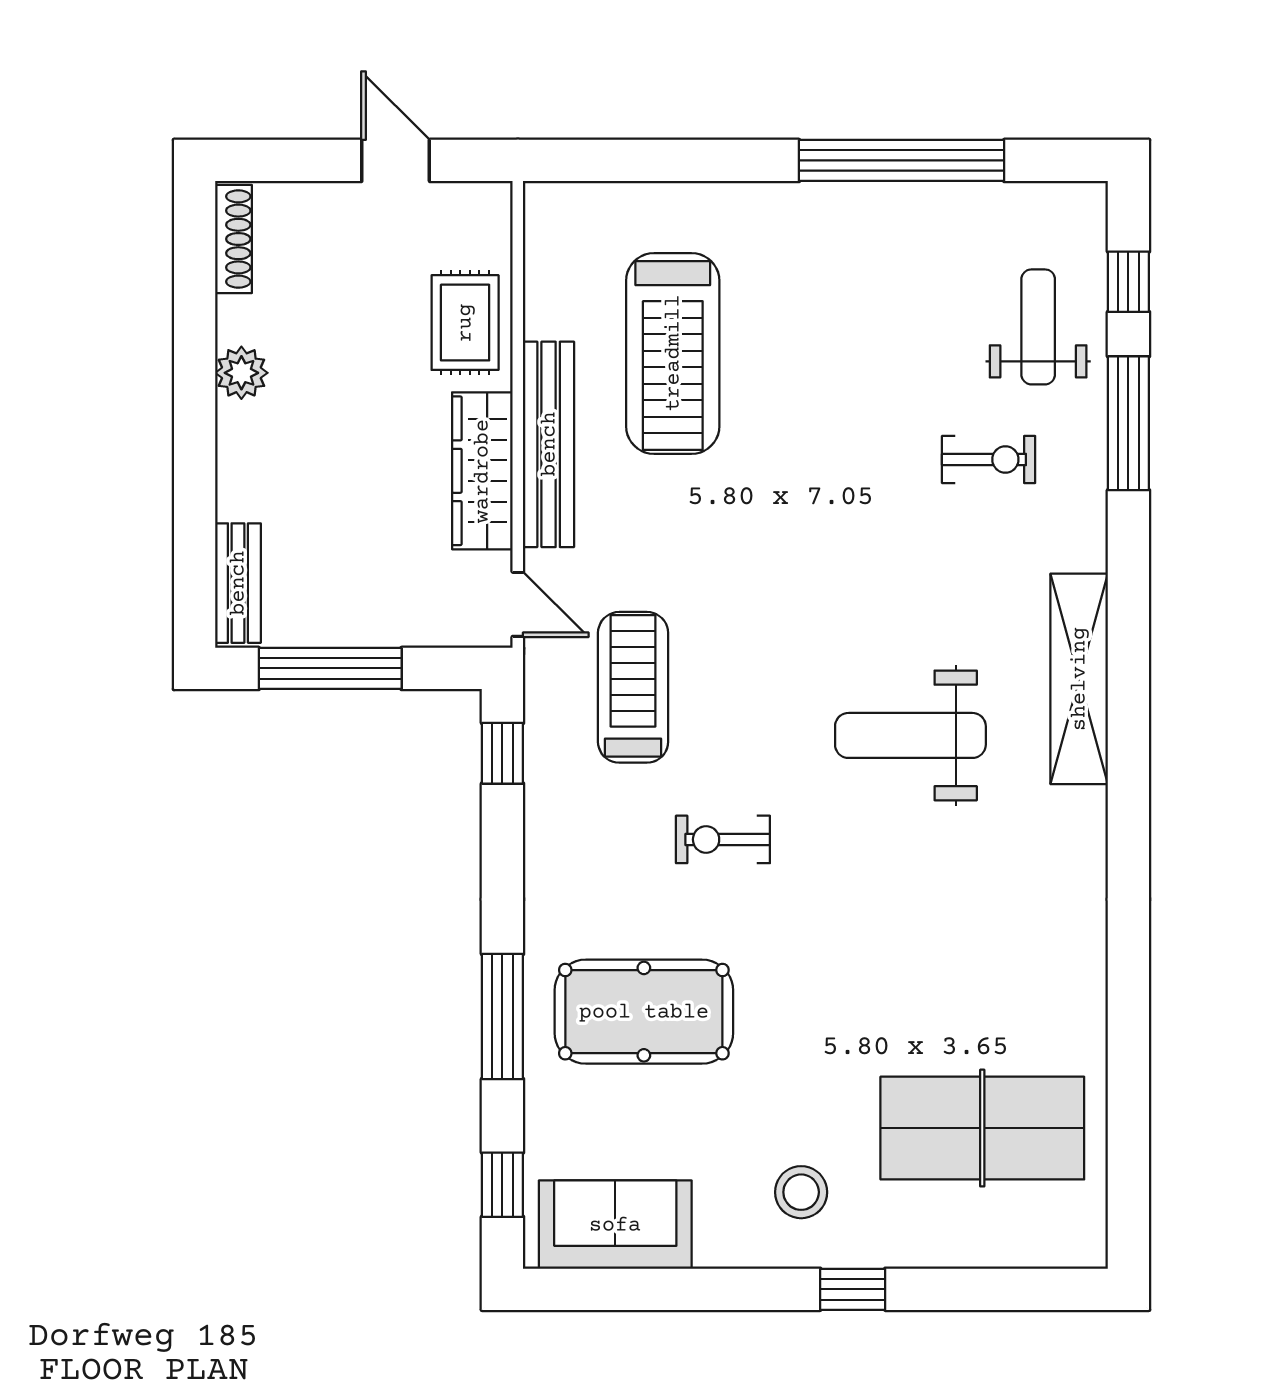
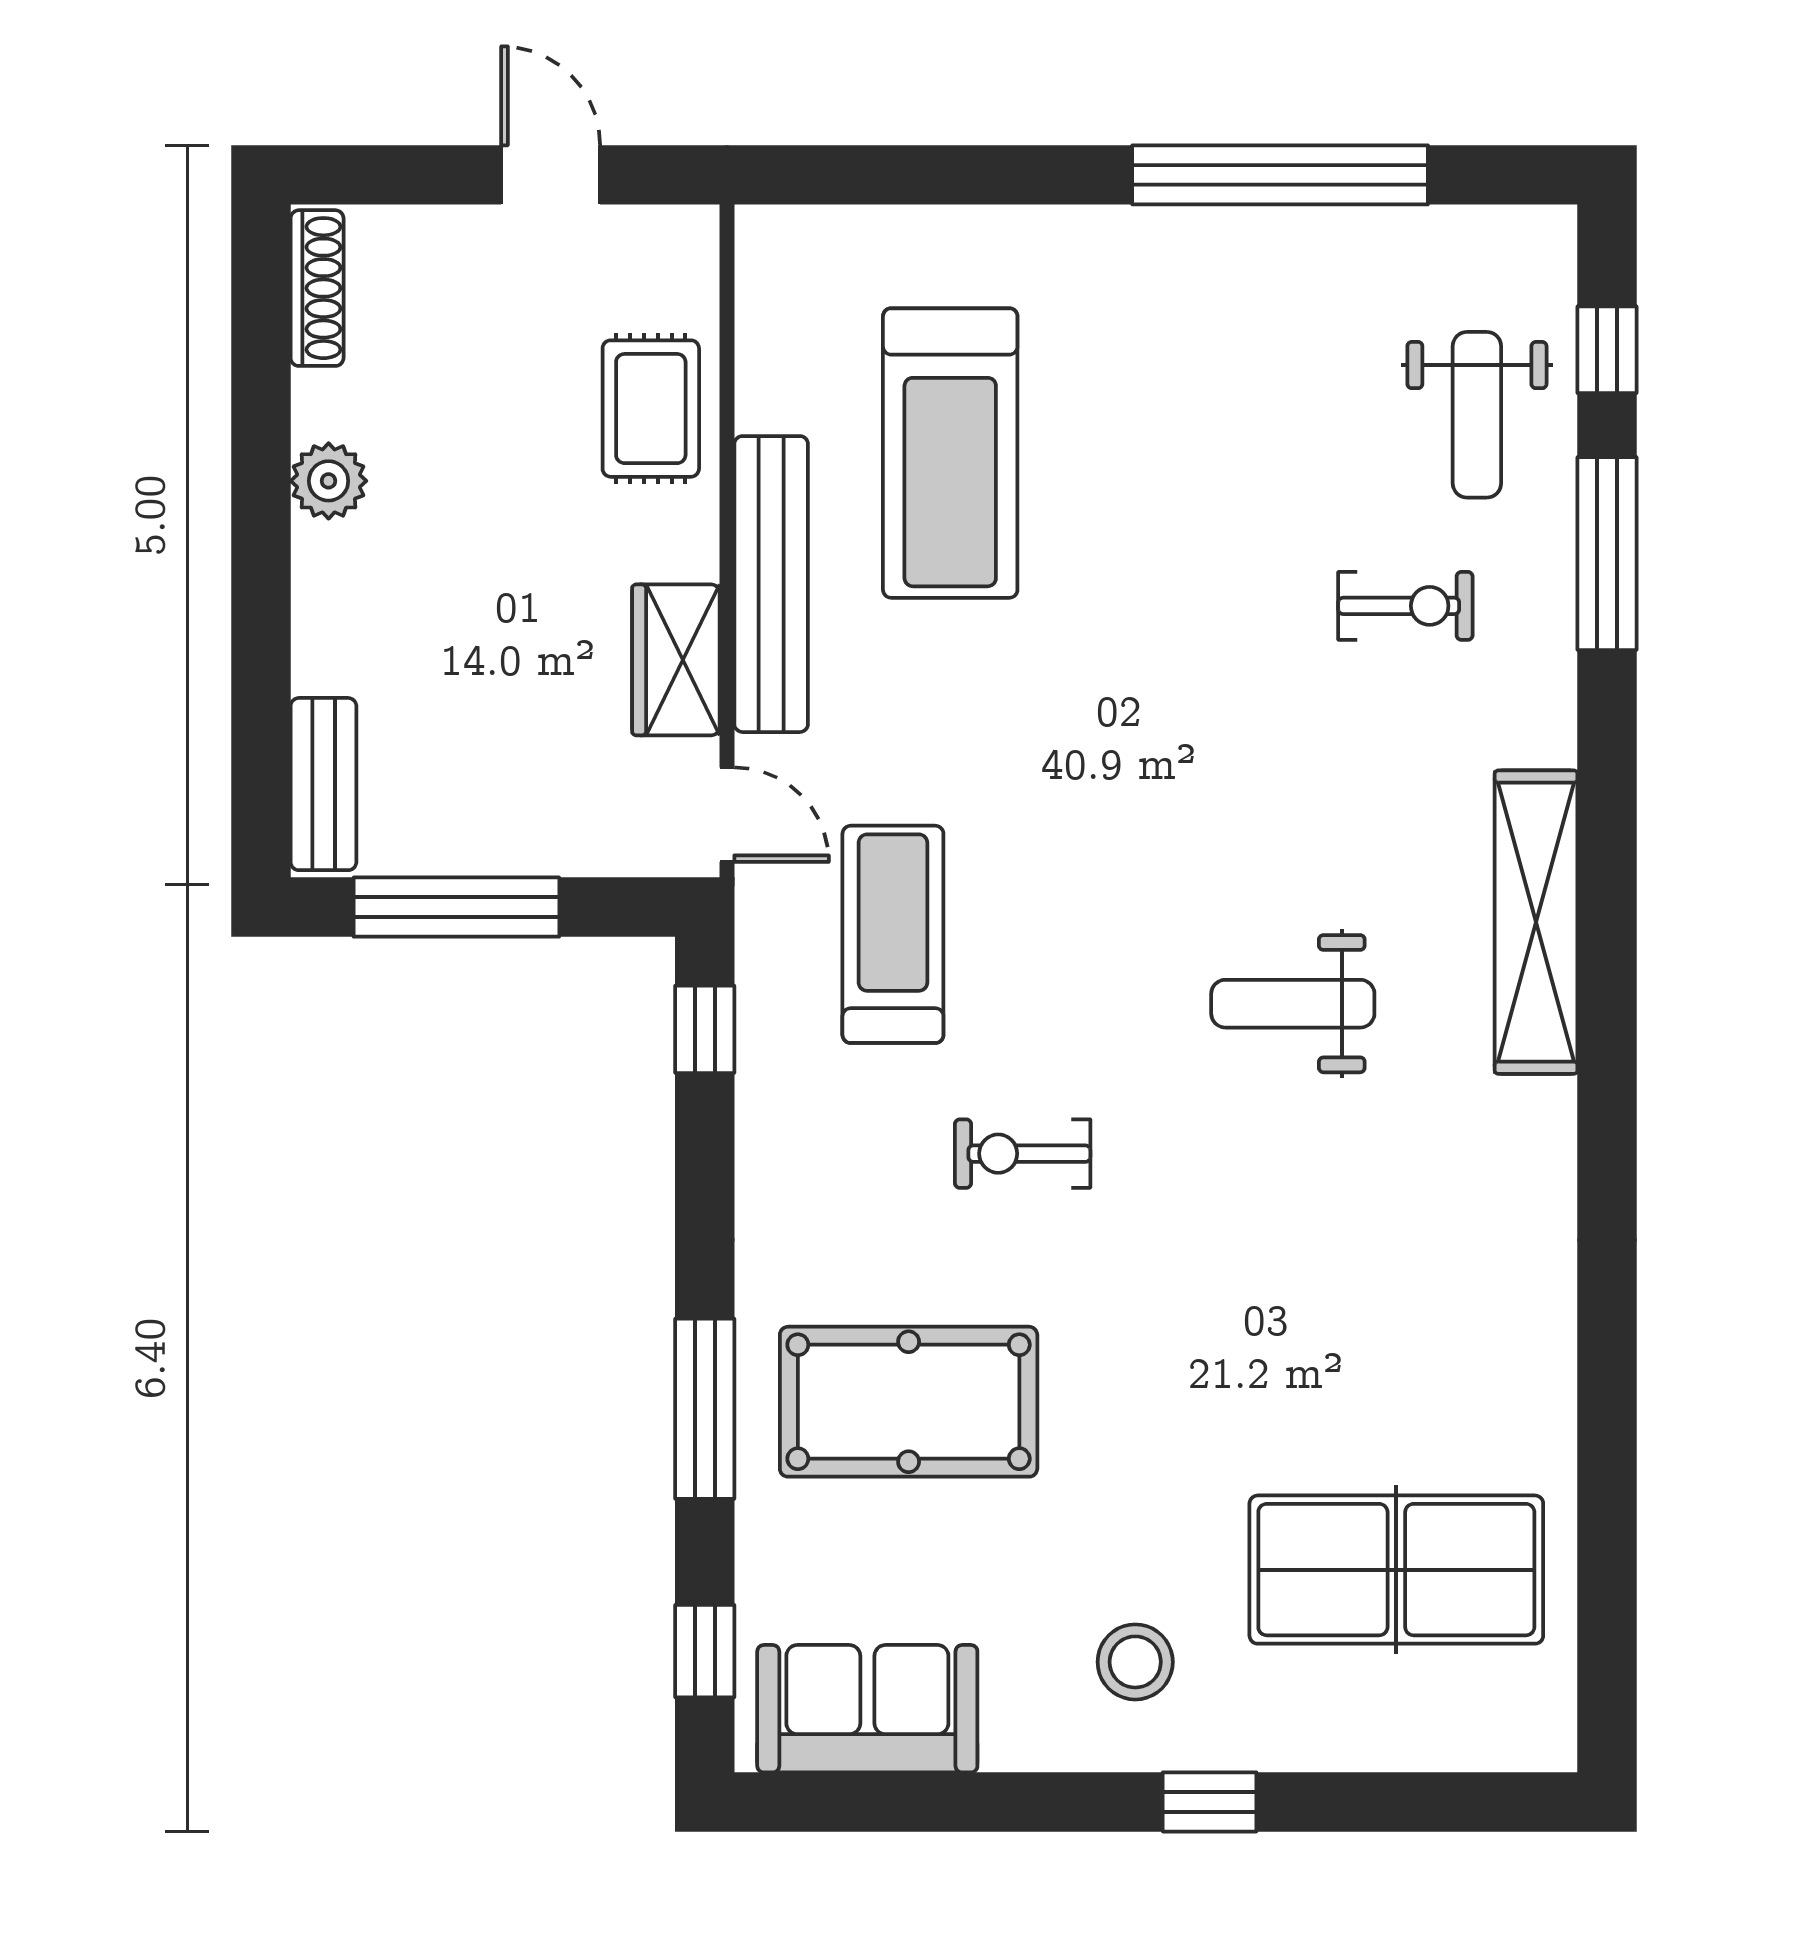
weight bench: (1038, 327) -> (1477, 415), turned 180
wardrobe: (482, 471) -> (676, 660), width x0.67
weight bench: (910, 735) -> (1293, 1004), width x0.73, depth x0.75

